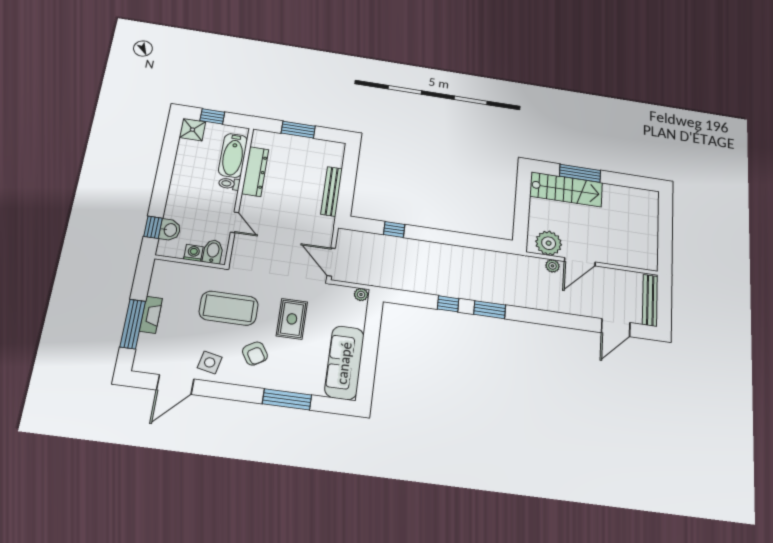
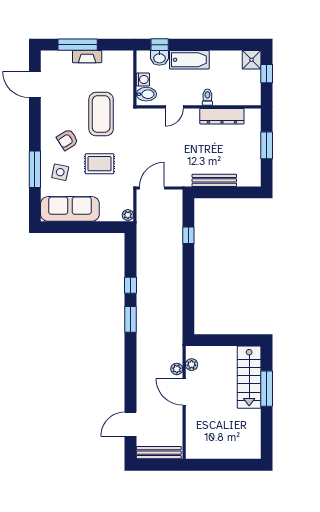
bathtub: (233, 155) -> (189, 60), moved, turned 180
plant: (549, 243) -> (192, 365), width x0.53, depth x0.53
door: (616, 328) -> (130, 424), hinge flipped
side table: (210, 362) -> (60, 172), moved

